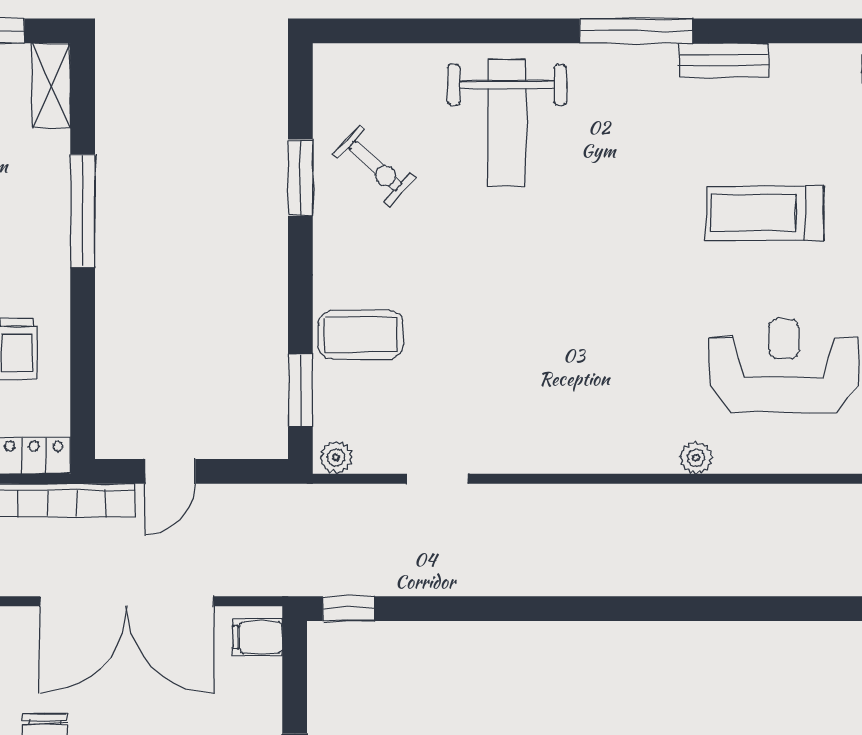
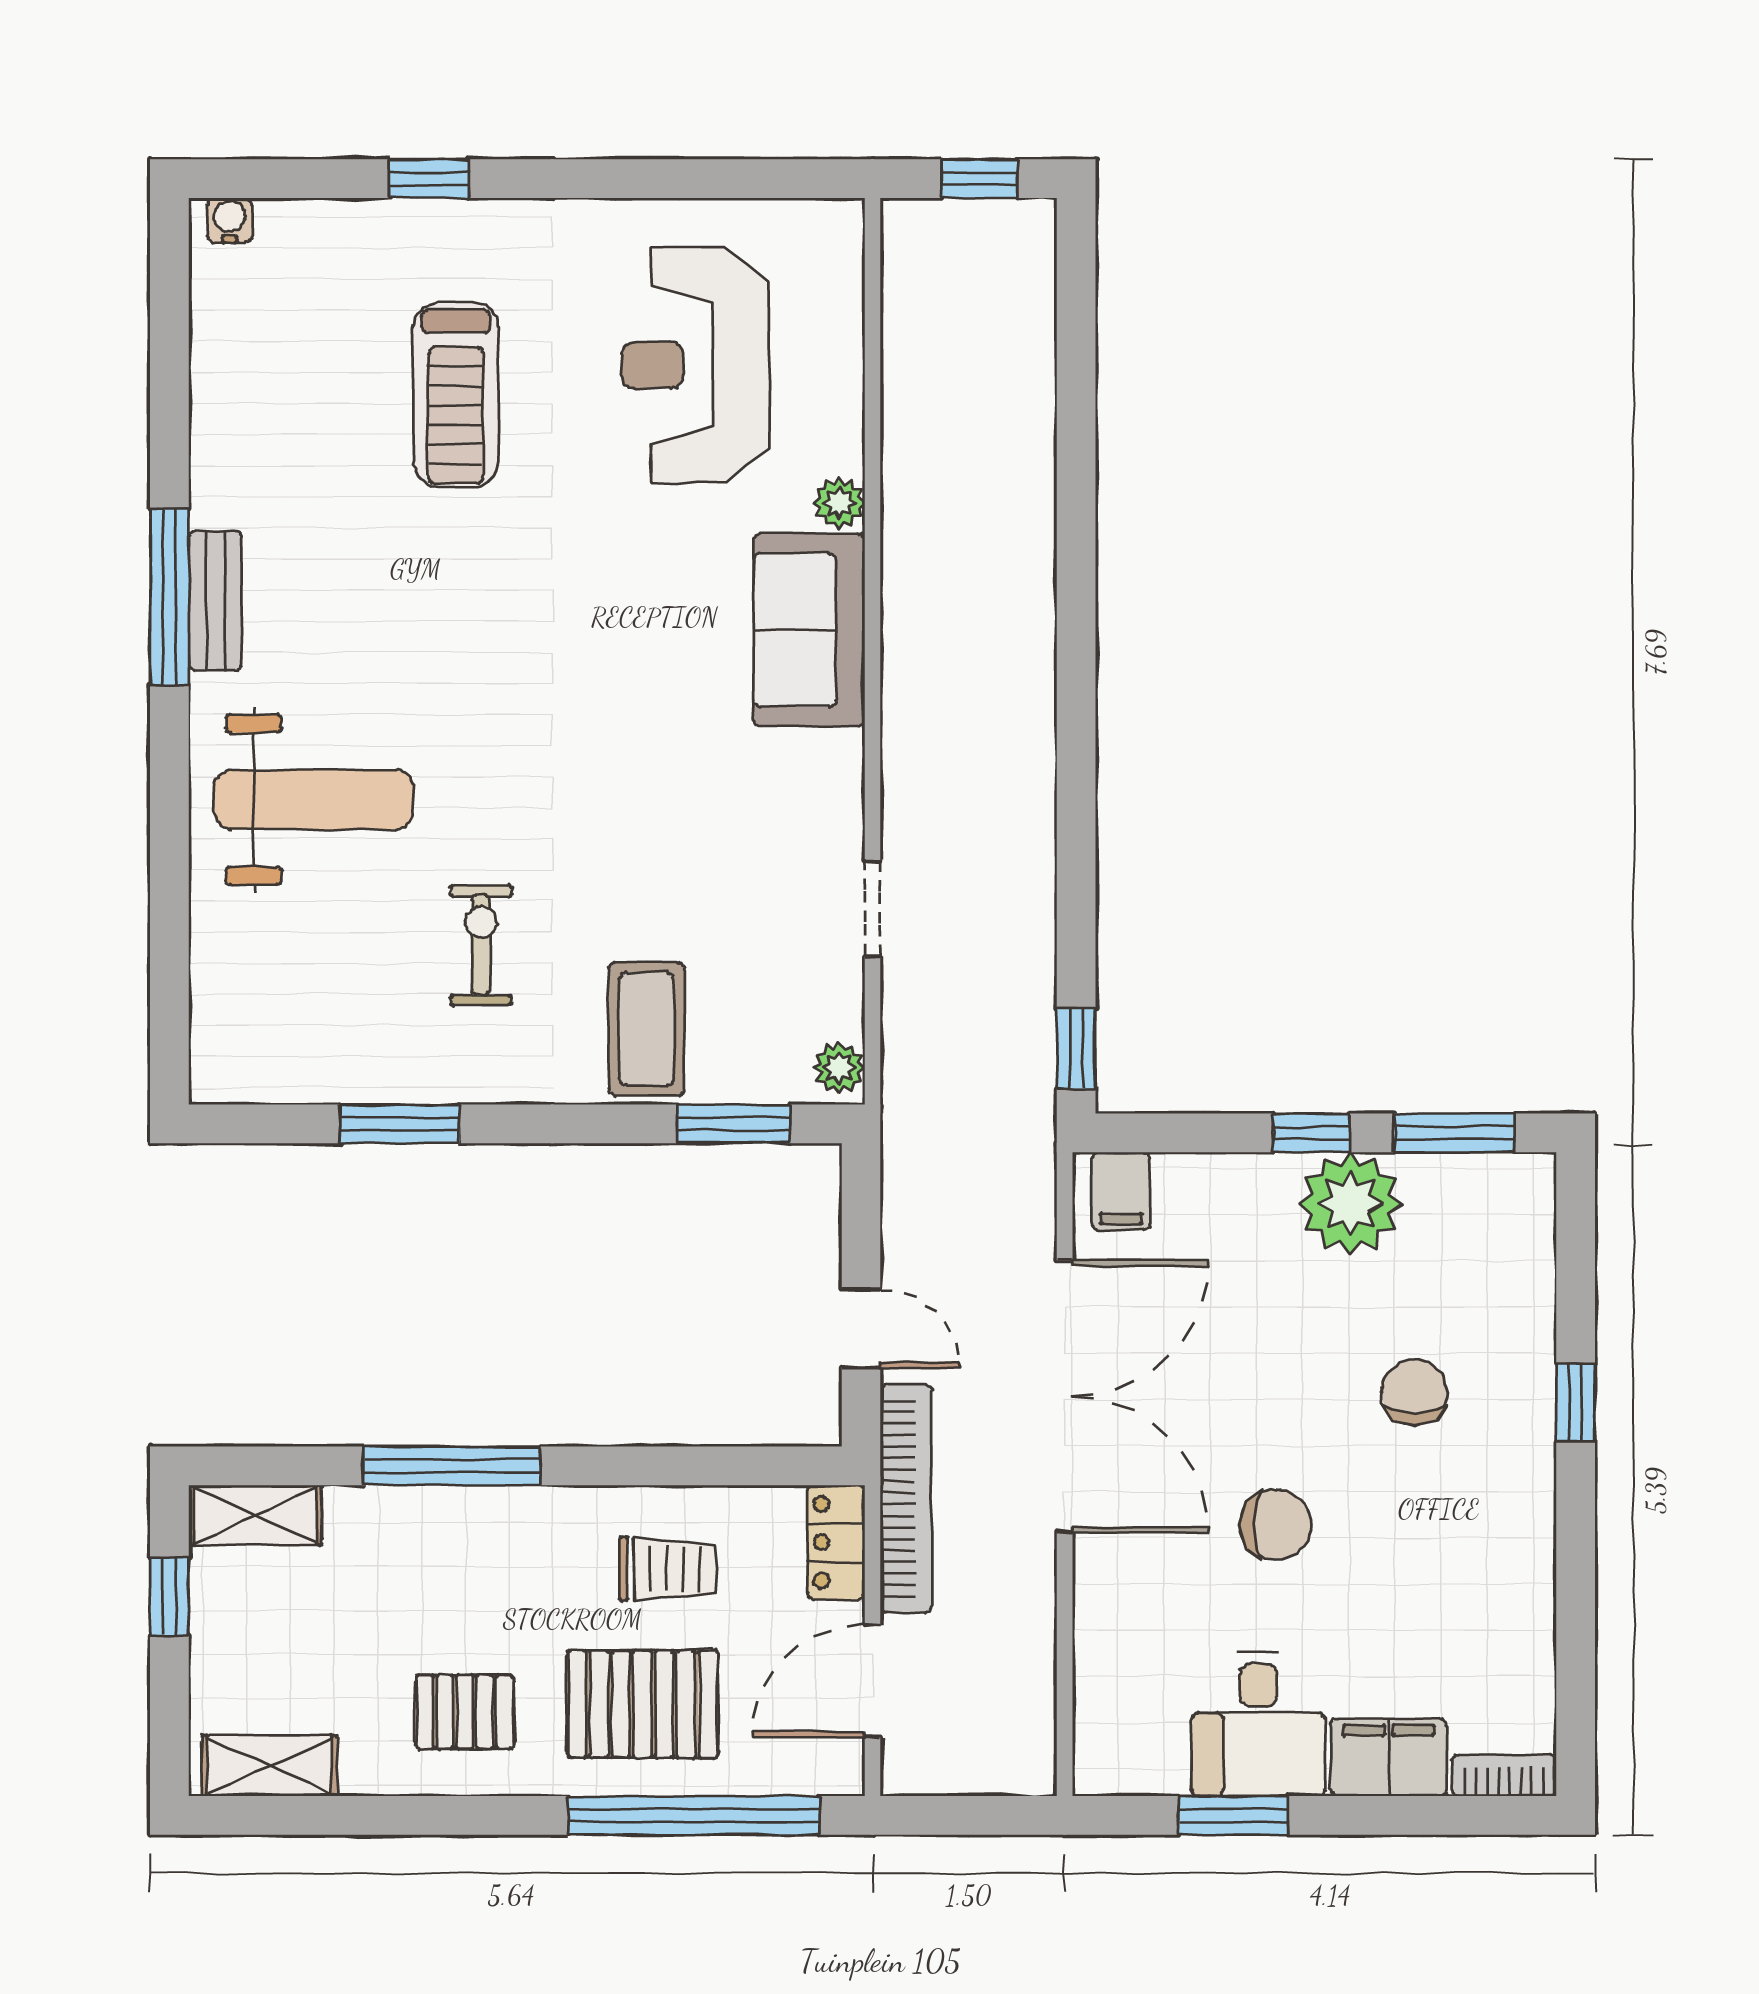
bench: (724, 60) -> (215, 601), moved
exercise bike: (375, 166) -> (481, 945), moved, turned -43
sofa: (615, 438) -> (809, 630), added

